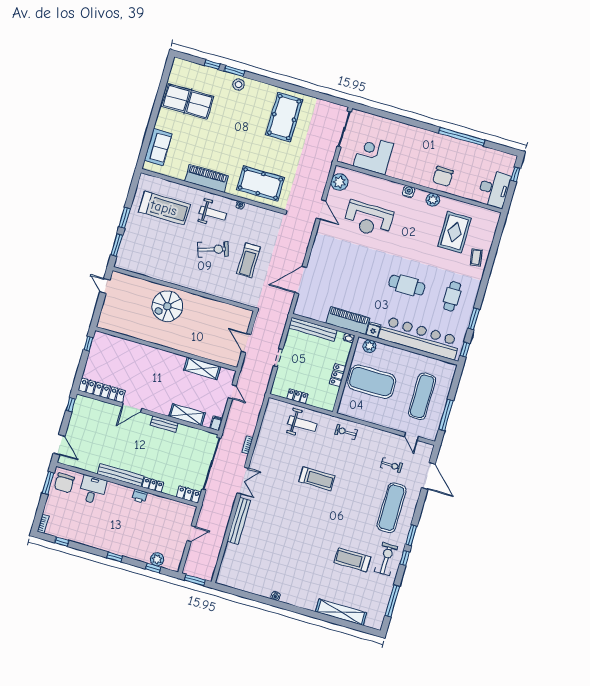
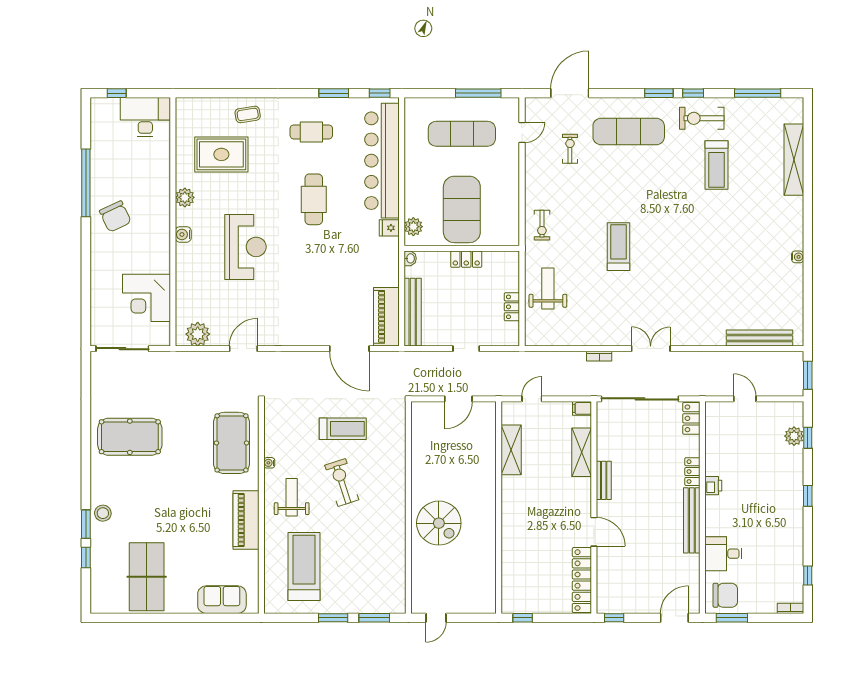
chair: (443, 176) -> (115, 216), moved, turned 65
reception desk: (369, 219) -> (245, 247), moved
piano: (348, 320) -> (386, 317), moved
bench: (239, 521) -> (759, 338), moved

